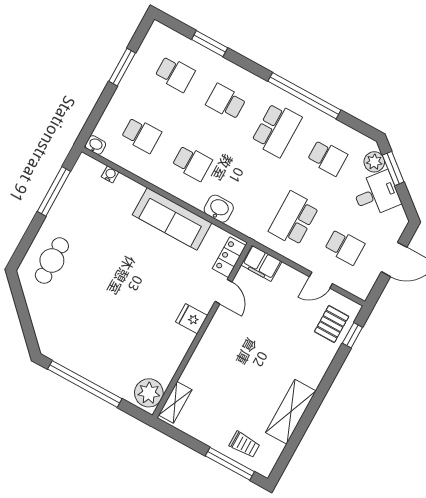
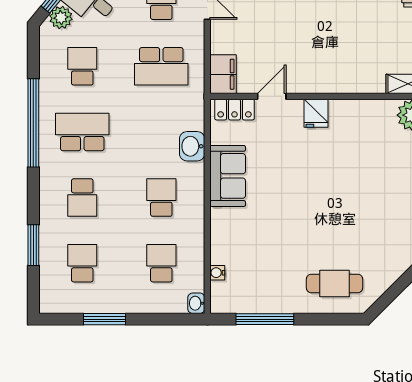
sofa: (172, 219) -> (228, 176), width x0.73

